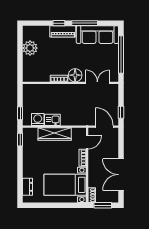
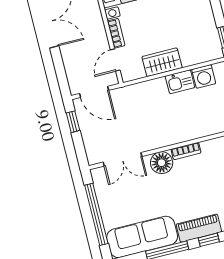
wardrobe: (55, 134) -> (162, 62), width x0.67

